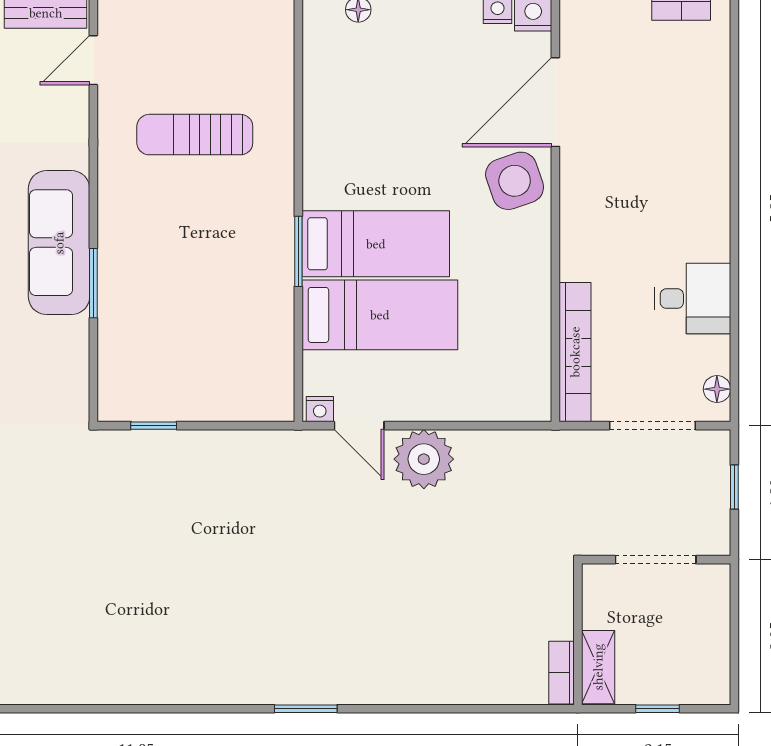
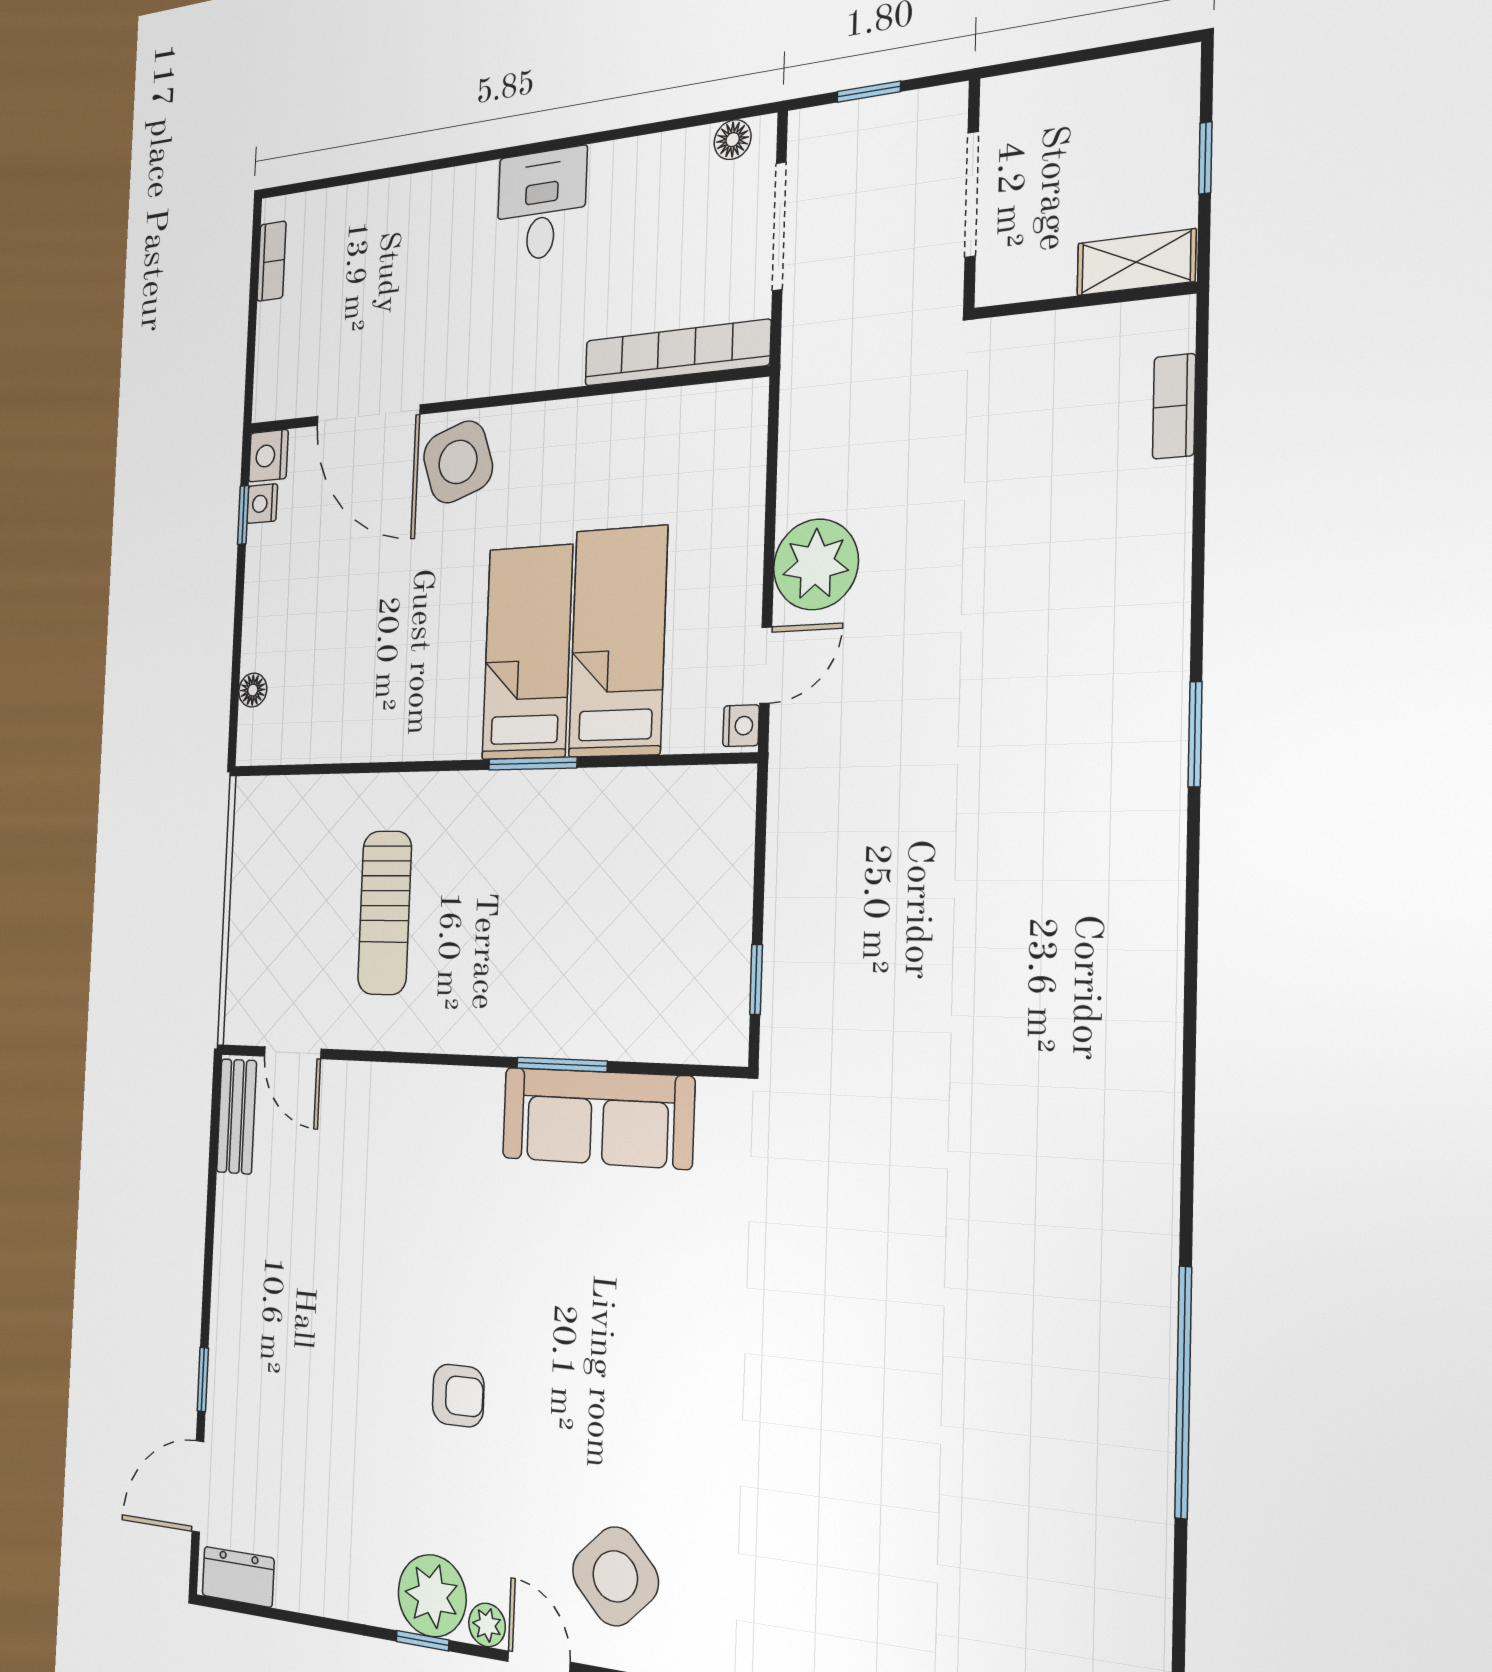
sofa: (59, 243) -> (597, 1118), moved
desk: (692, 299) -> (541, 205), moved
bookcase: (561, 673) -> (1174, 406), moved, turned 90

